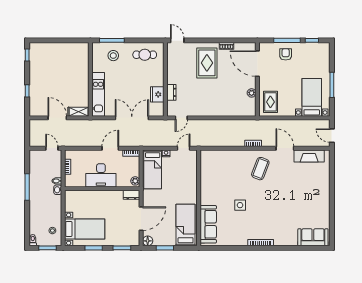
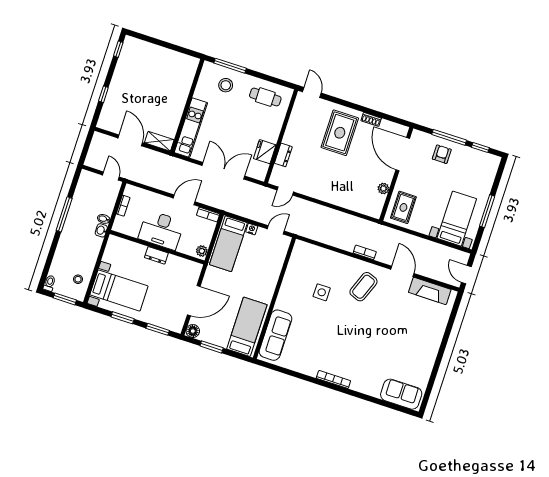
dresser: (131, 195) -> (156, 255), moved
side table: (240, 205) -> (322, 292), moved

